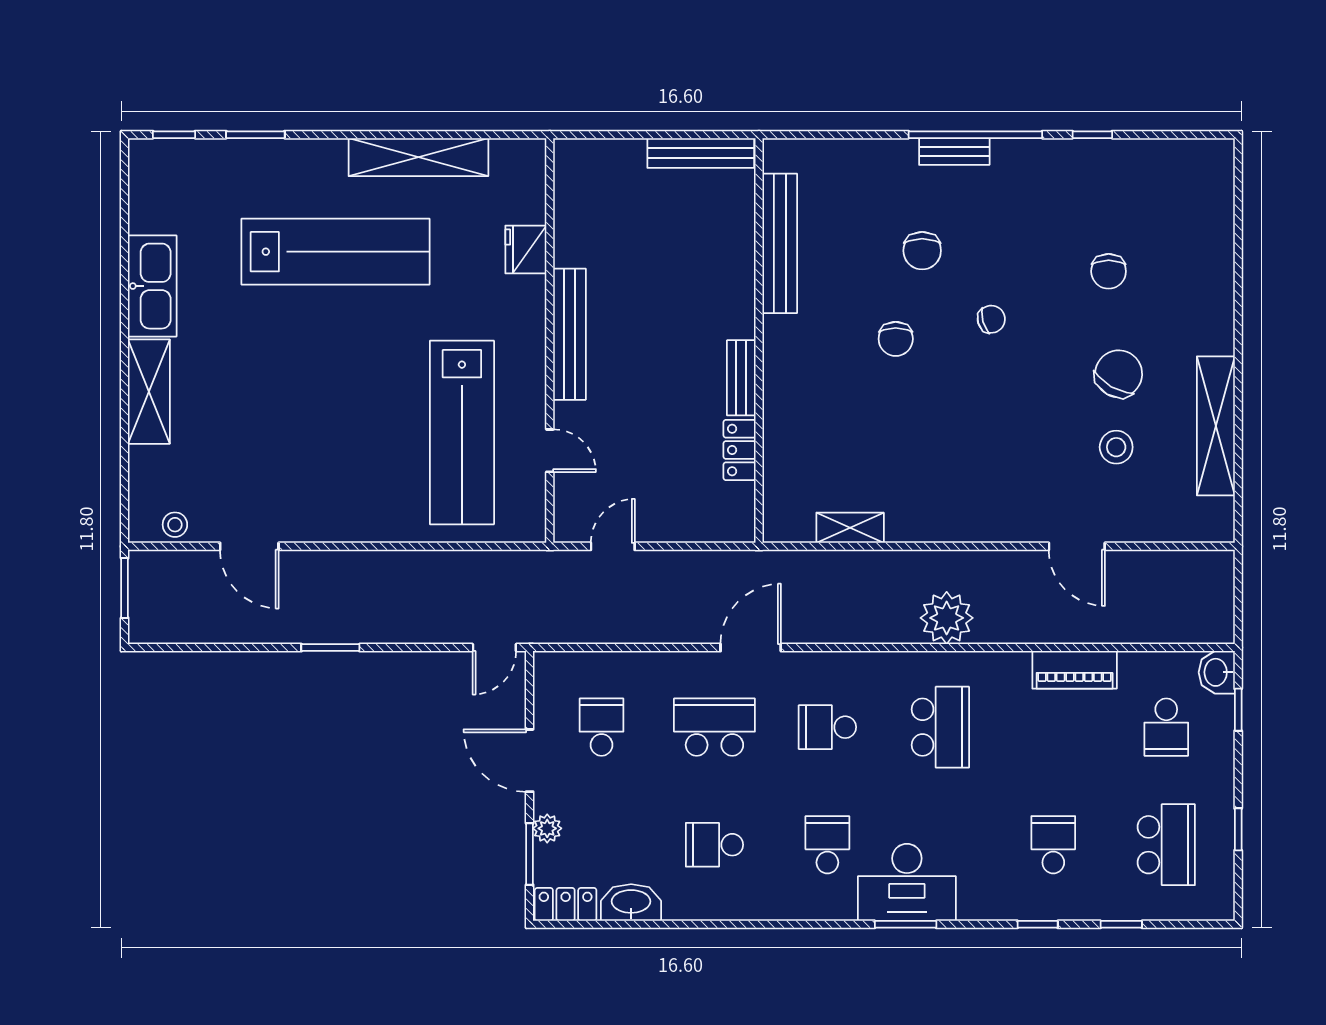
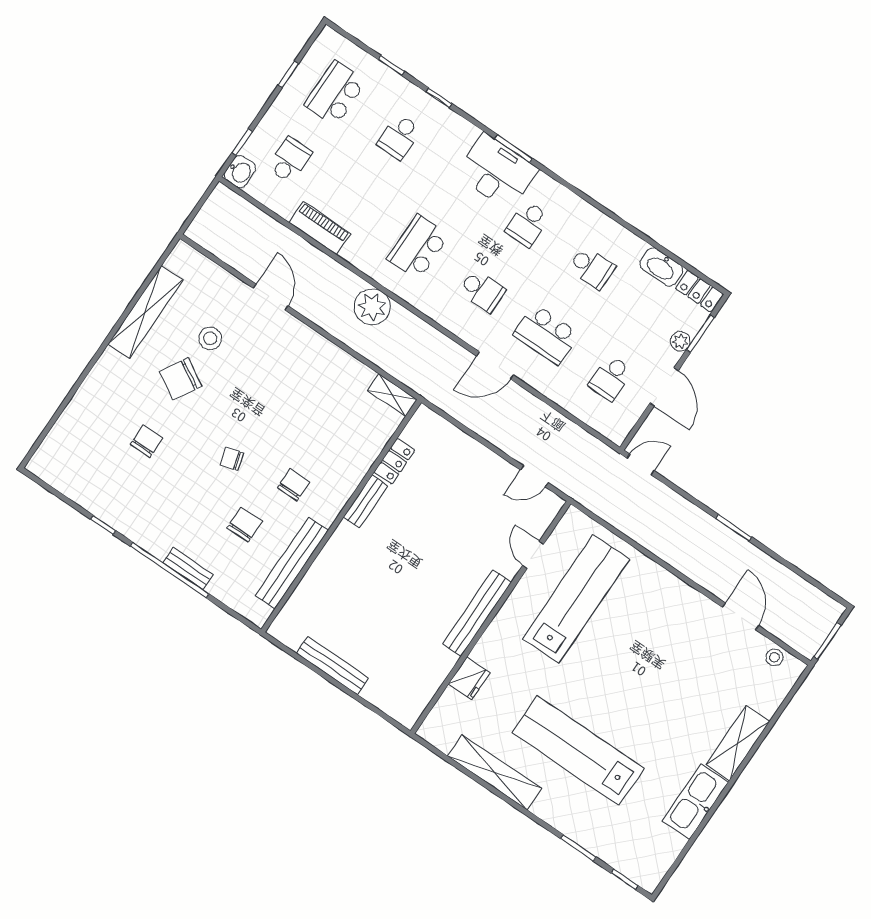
bench: (780, 243) -> (292, 563), moved
wall: (759, 340) -> (341, 516), moved
bench: (741, 378) -> (366, 502), moved
locker: (740, 450) -> (394, 461), moved

